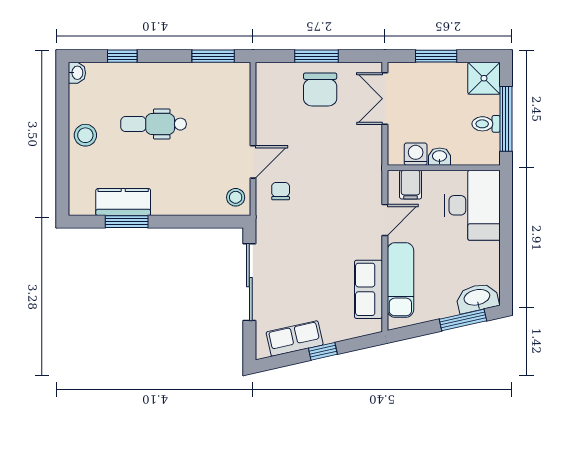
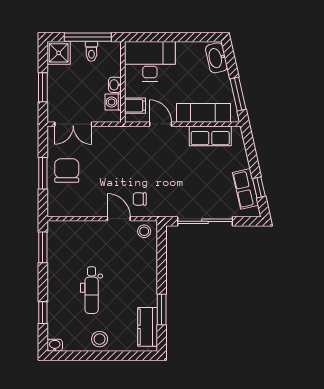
chair: (320, 89) -> (67, 171), turned -90
kitchen counter: (123, 202) -> (148, 327), moved
window: (463, 320) -> (238, 94), moved
window: (323, 351) -> (259, 187), moved

